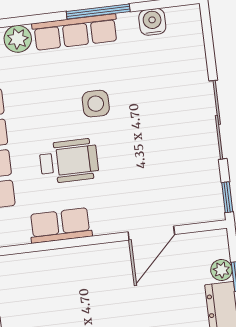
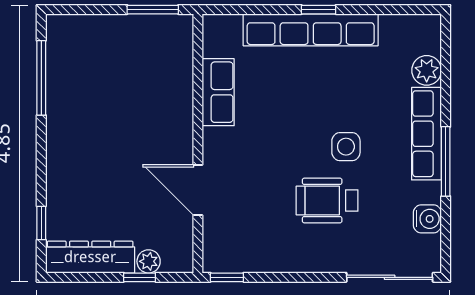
sliding door: (218, 120) -> (390, 277), moved
wheelchair: (69, 161) -> (327, 200), moved, turned 90

